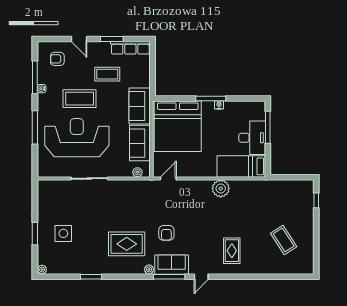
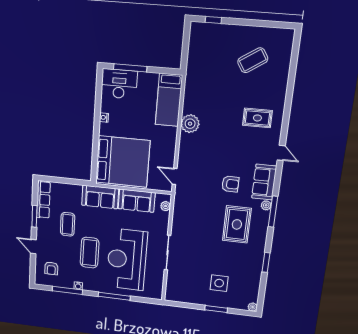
door: (79, 39) -> (33, 247), swing flipped
window: (211, 98) -> (97, 125), removed
desk: (252, 138) -> (119, 84), moved
window: (169, 277) -> (273, 212), moved

